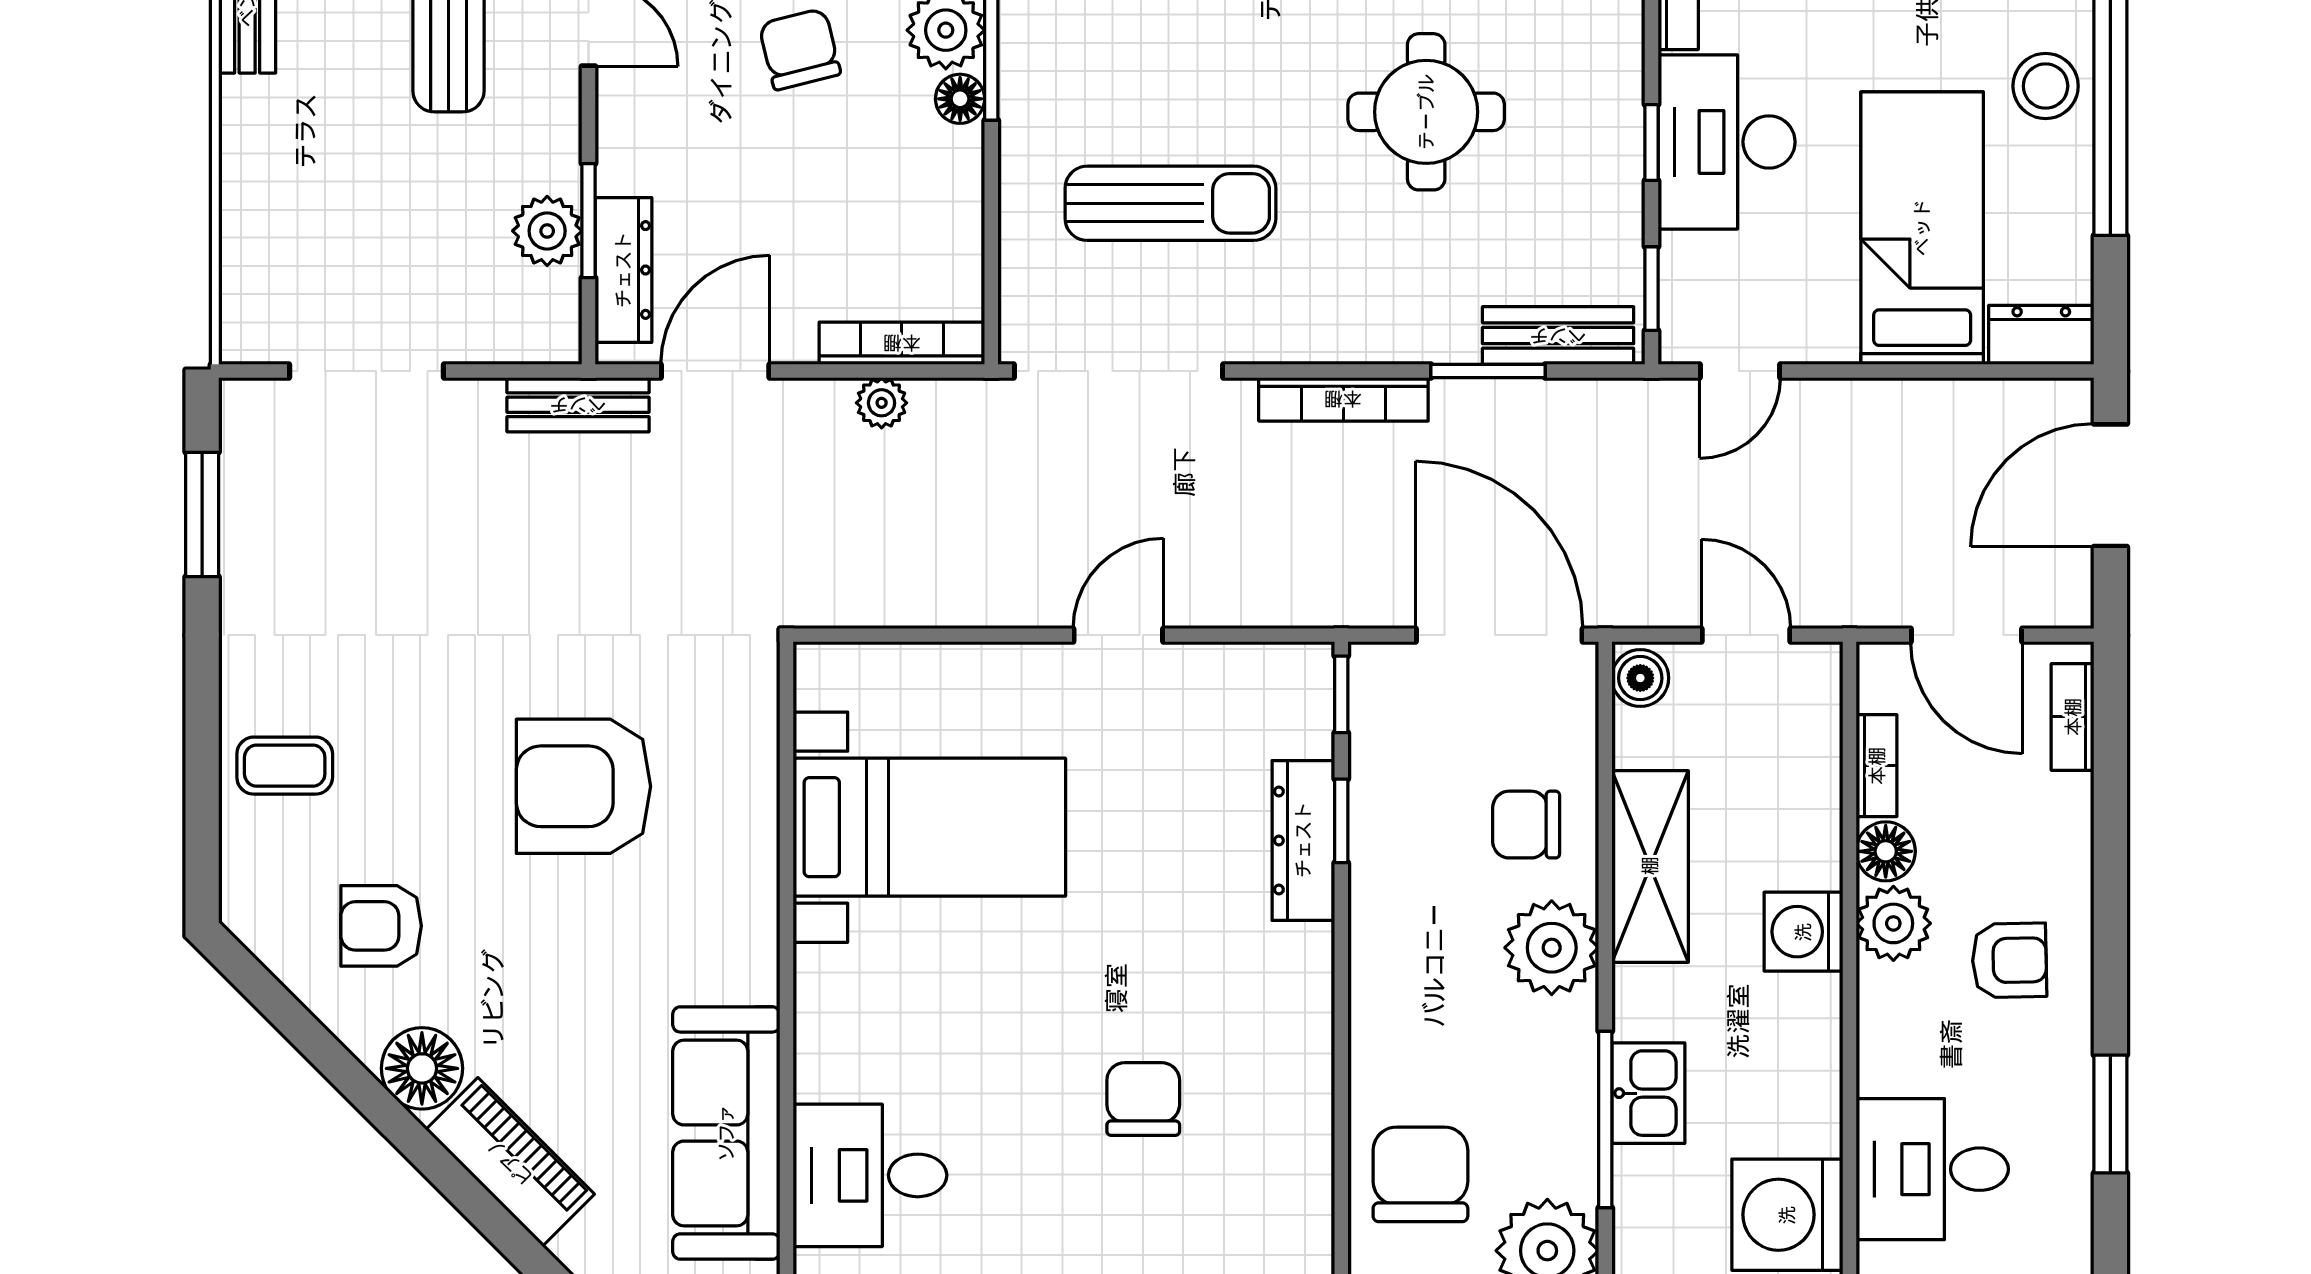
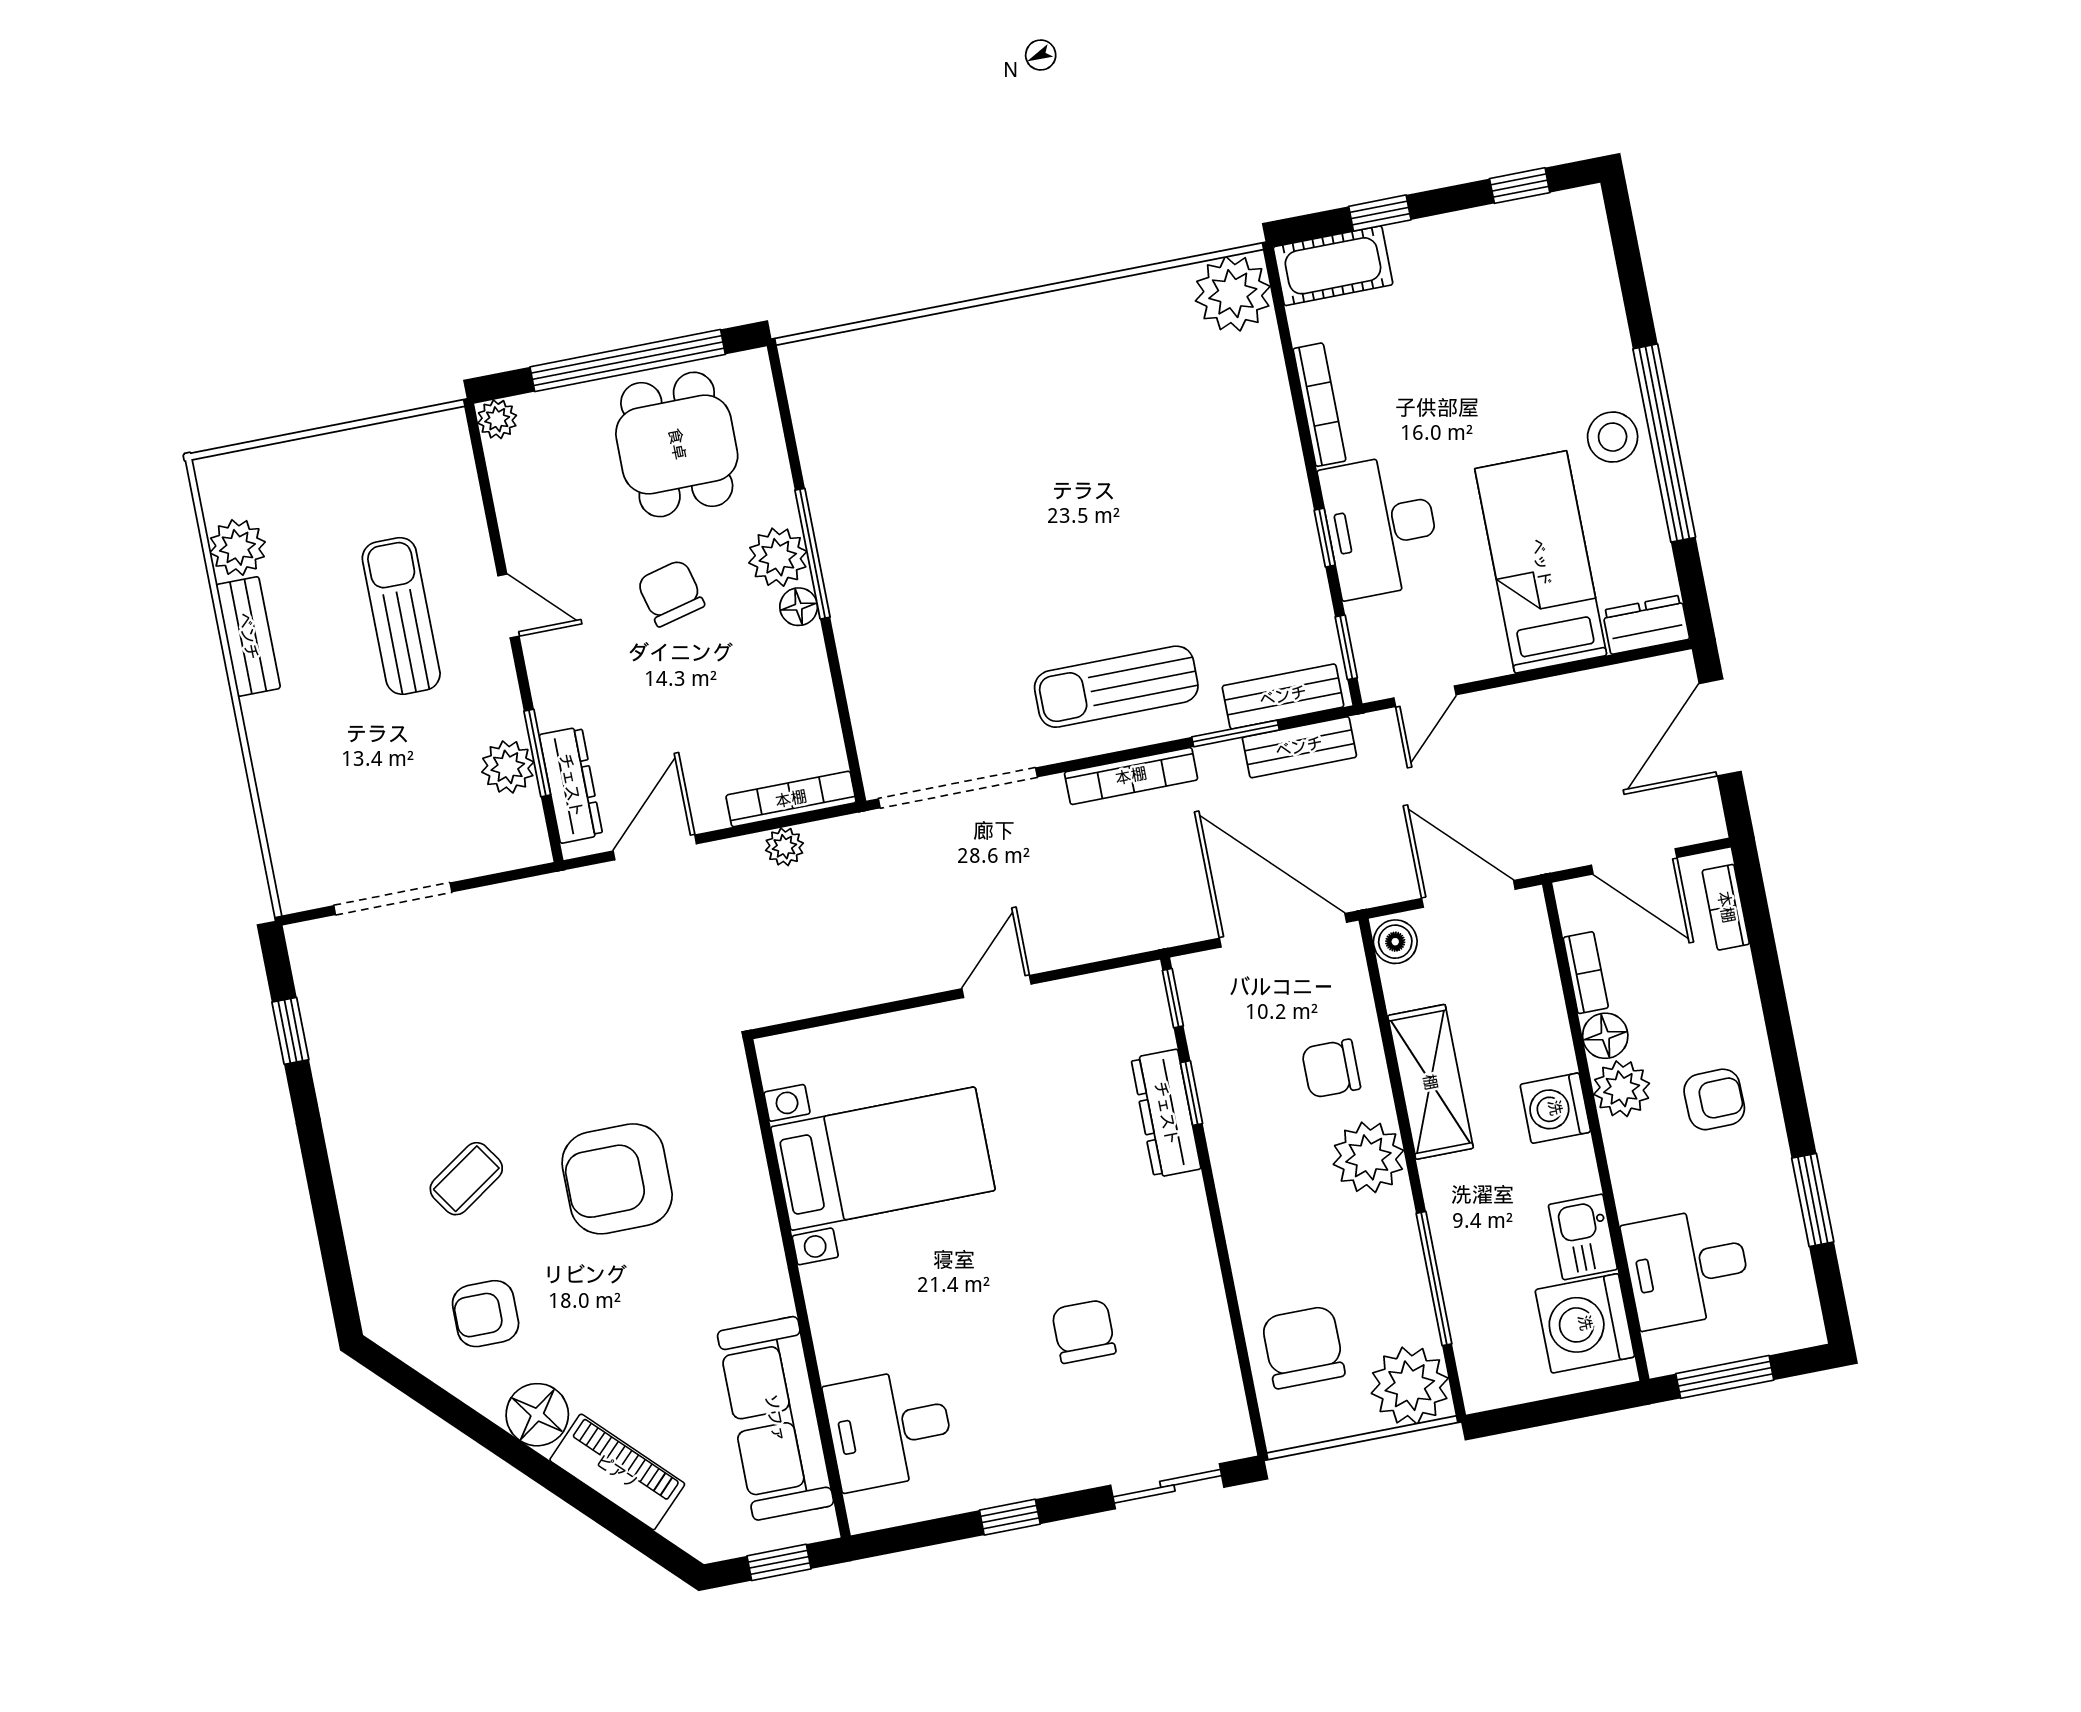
round table: (1426, 112) -> (1151, 548), removed
sun lounger: (1170, 203) -> (1116, 687), moved, turned 180
bench: (578, 405) -> (1299, 747), moved
window: (202, 515) -> (290, 1031), width x0.67
door: (1746, 635) -> (1468, 894), width x1.38
coffee table: (285, 766) -> (466, 1179), moved, turned -34
kitchen sink: (1648, 1093) -> (1583, 1237), moved, turned 180

